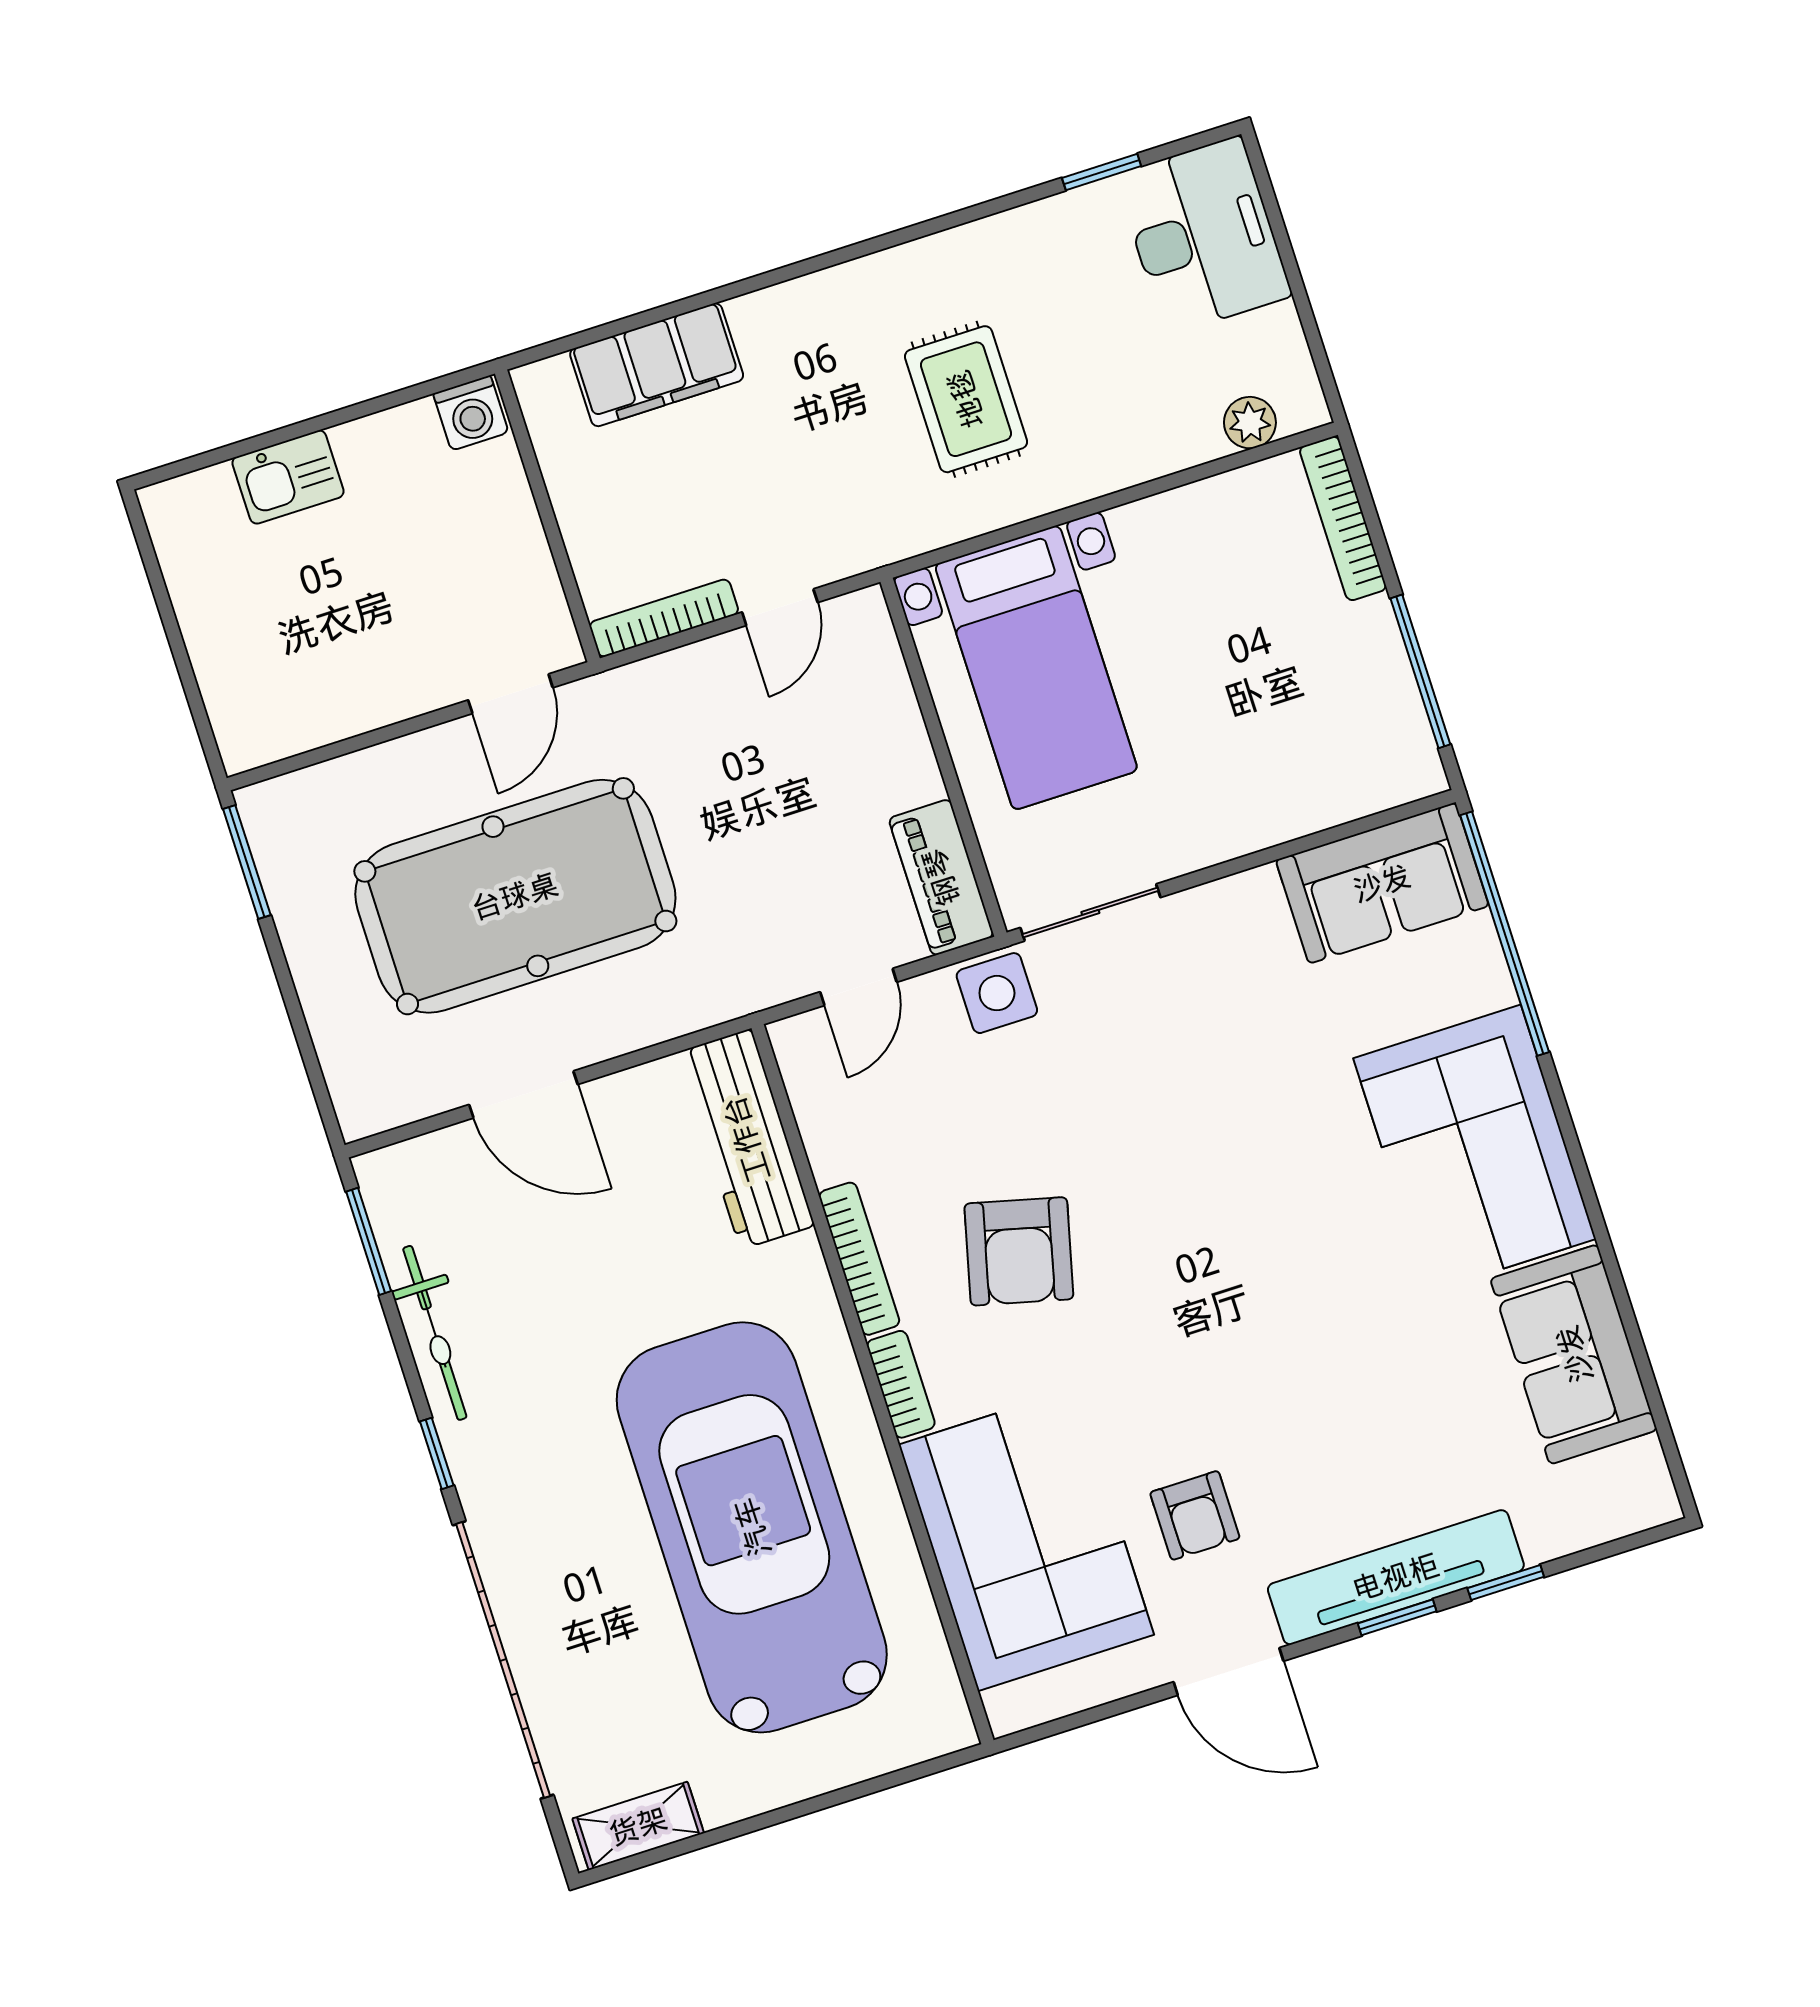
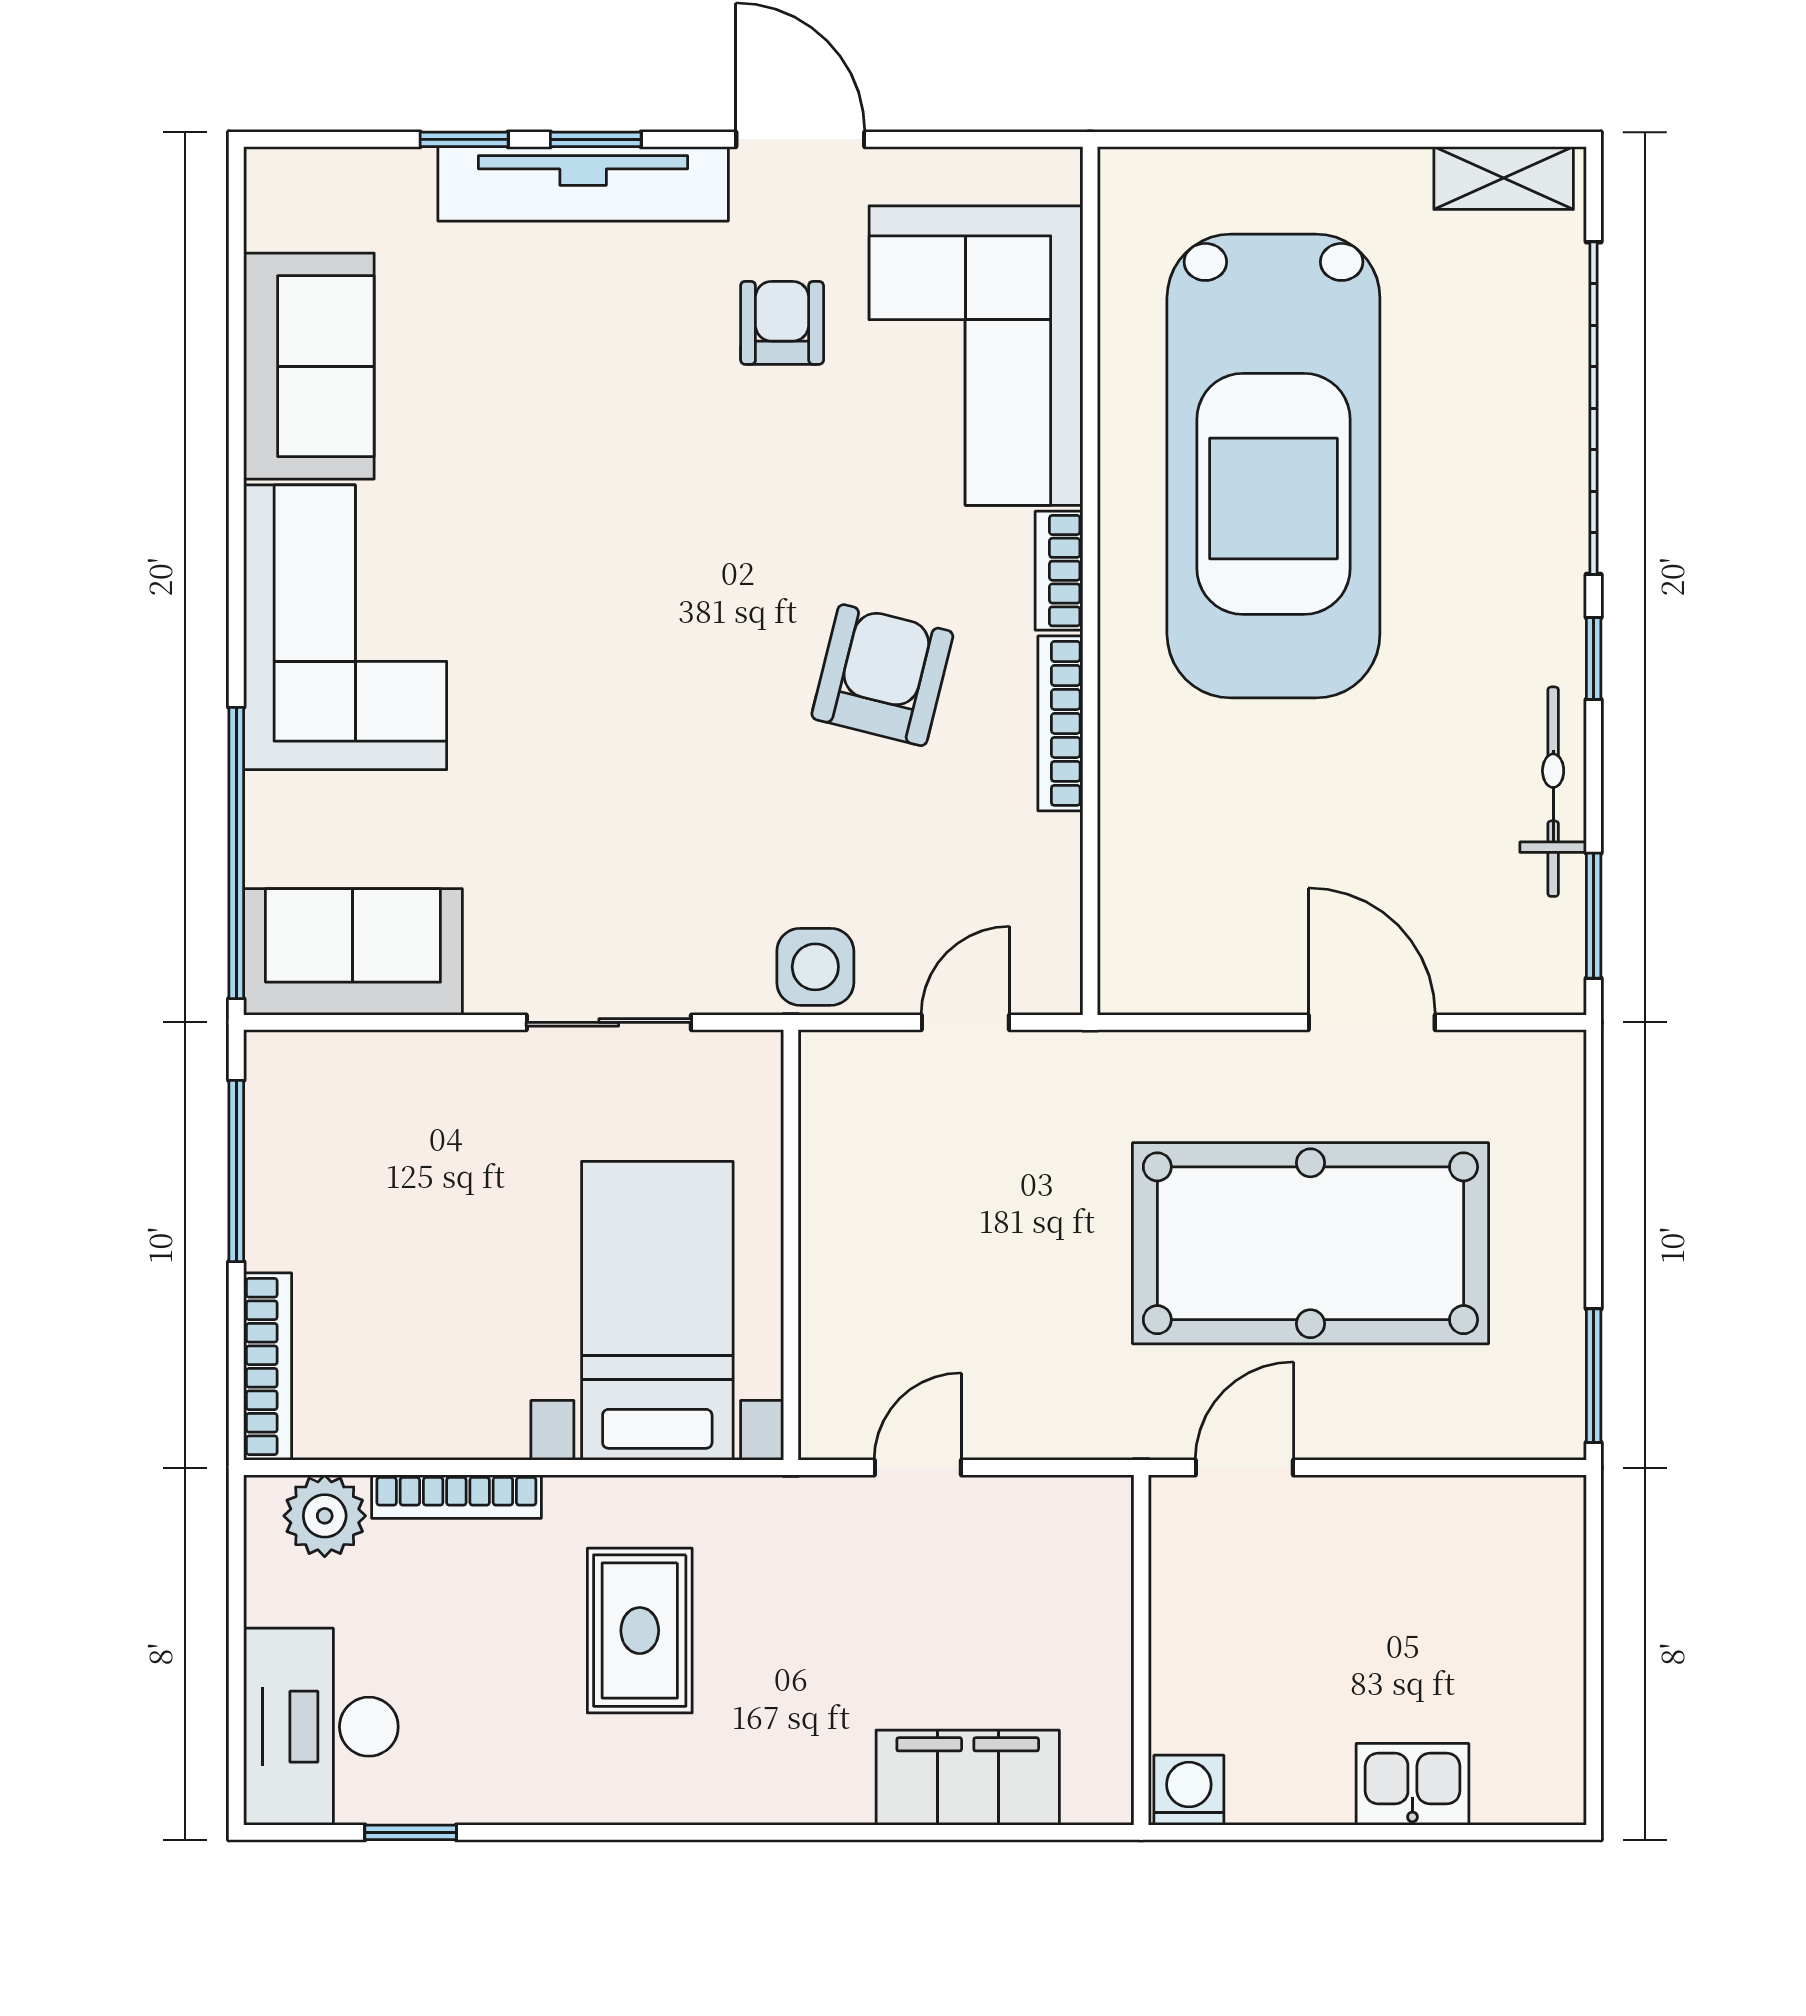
plant: (1250, 423) -> (325, 1516), width x1.38, depth x1.38
bookcase: (664, 618) -> (456, 1497), moved
piano: (941, 877) -> (836, 1114), removed
sliding door: (1090, 913) -> (609, 1022), moved
workbench: (746, 1139) -> (1142, 895), removed

